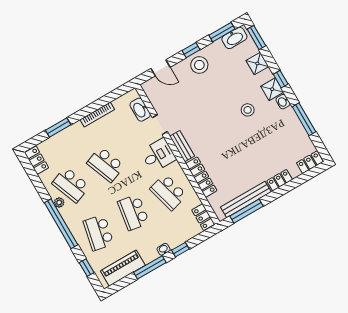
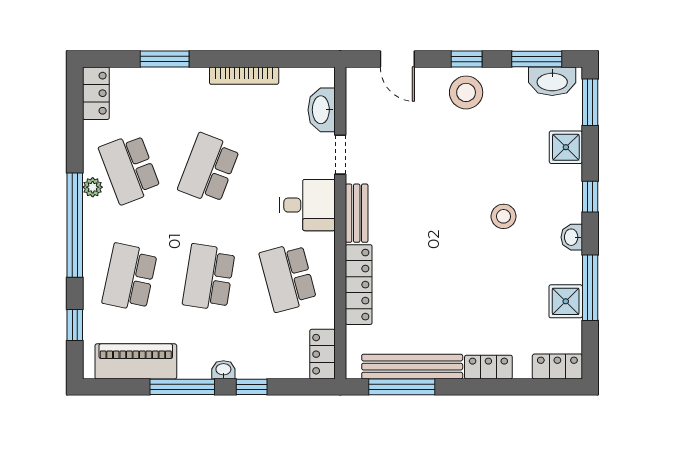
shower: (272, 89) -> (566, 301), moved
school desk: (106, 164) -> (209, 169), turned 42

